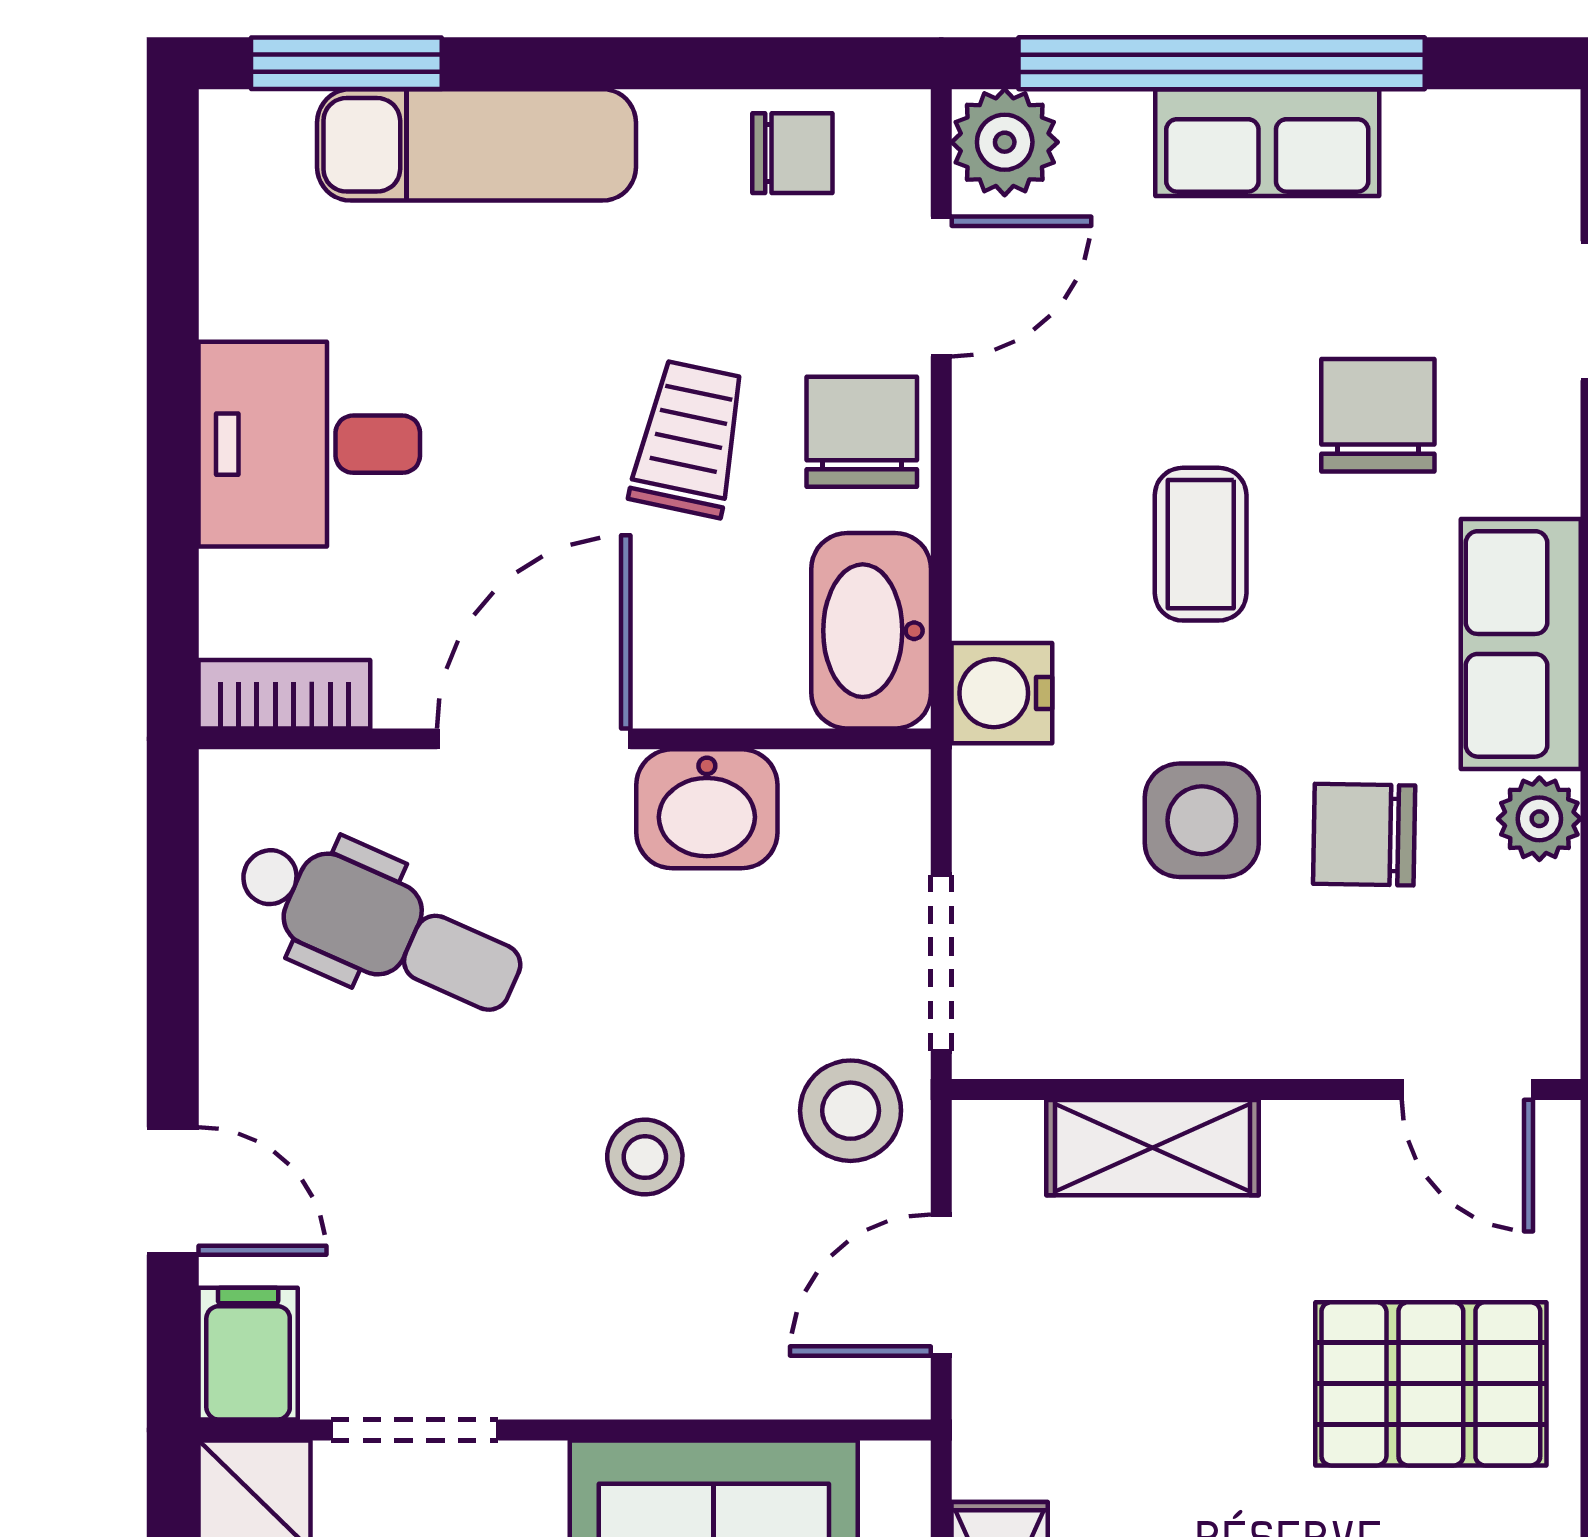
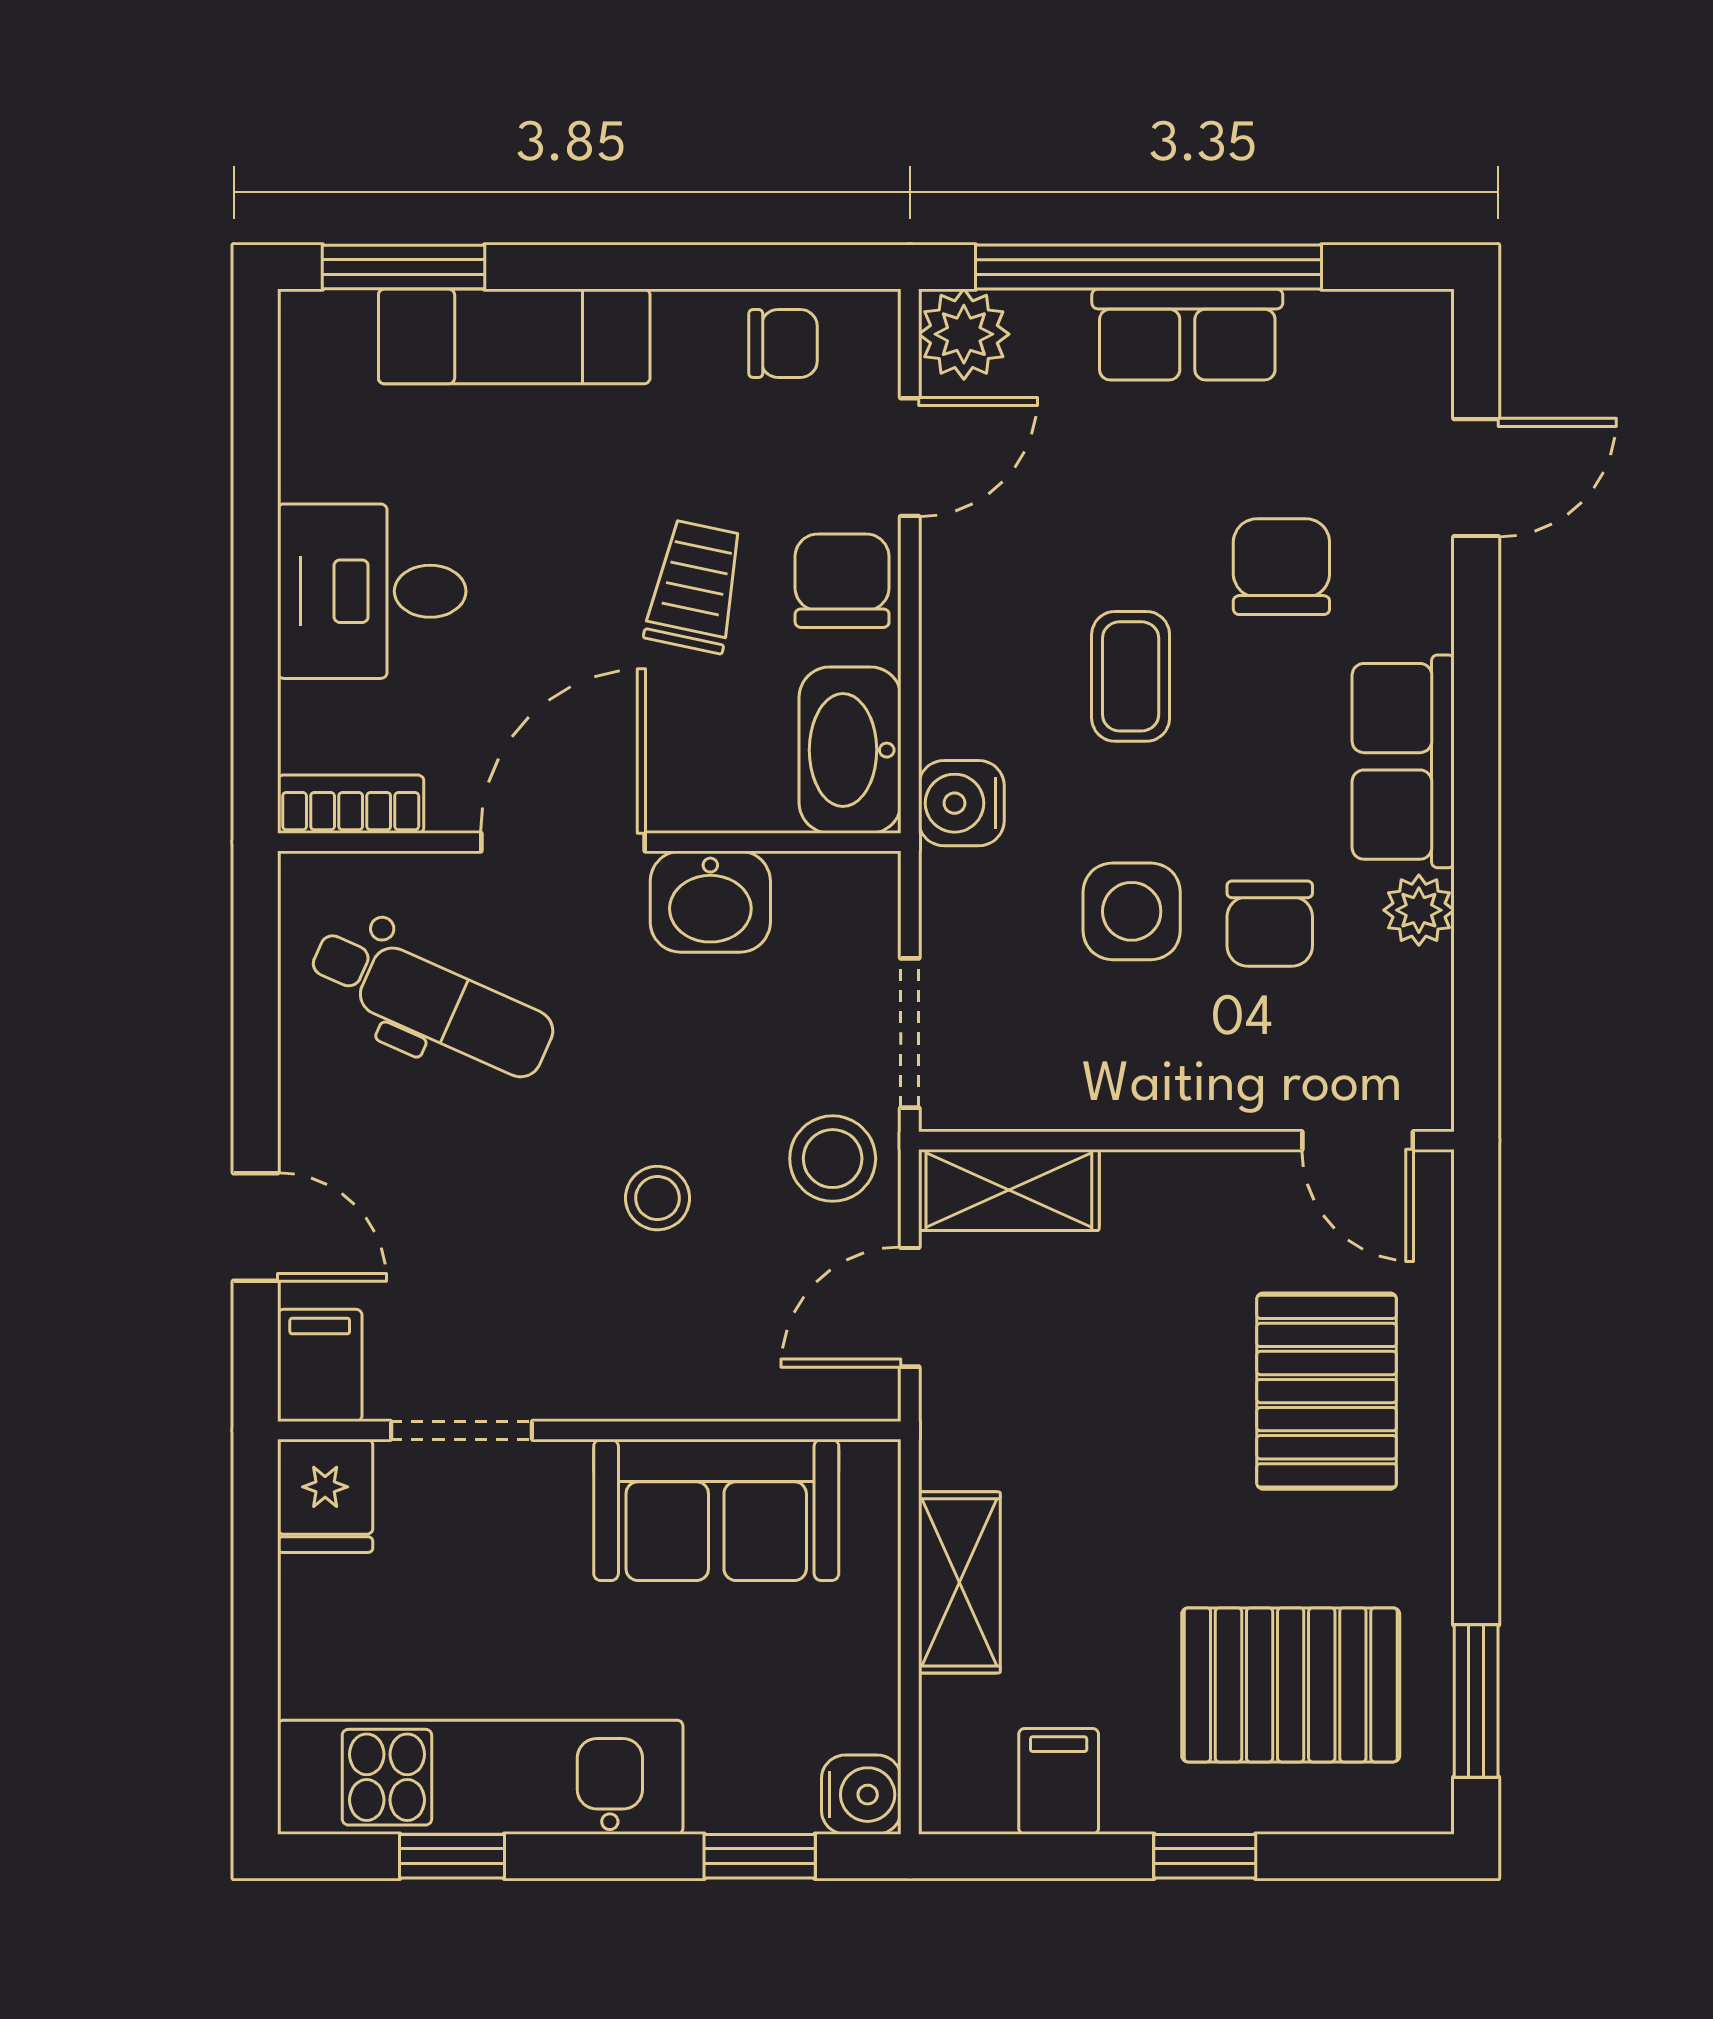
chair: (1364, 835) -> (1270, 924), turned -91
shelving: (1152, 1148) -> (1009, 1190), moved
pallet: (1431, 1384) -> (1327, 1391), turned 90

